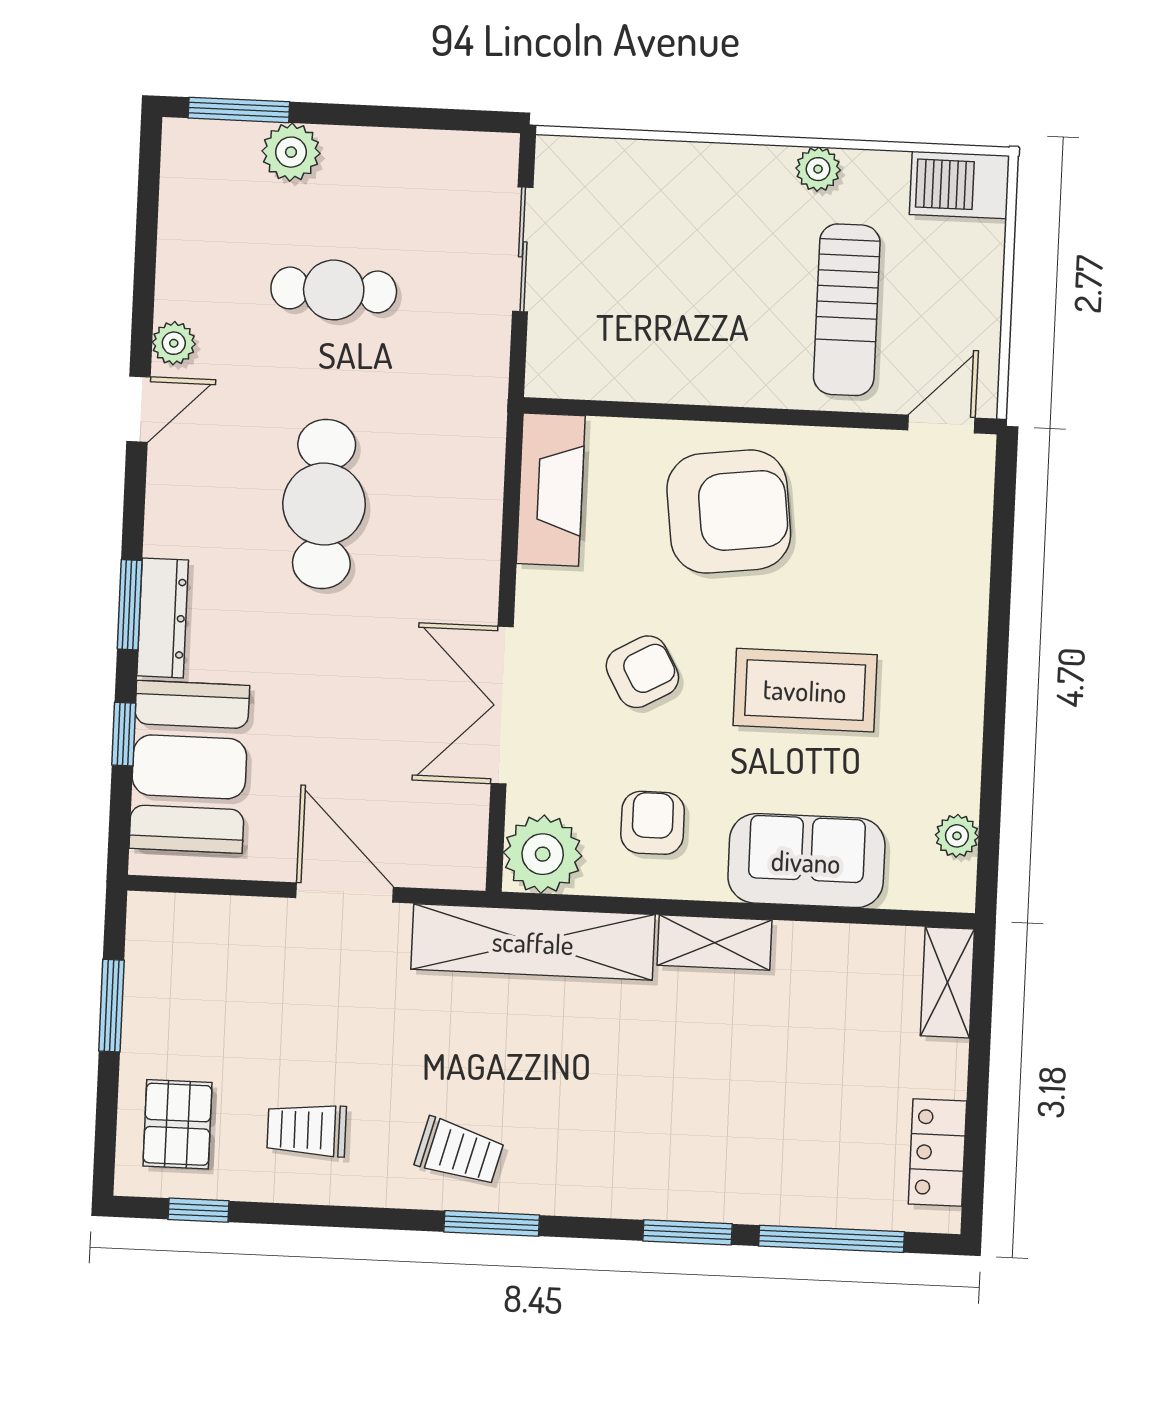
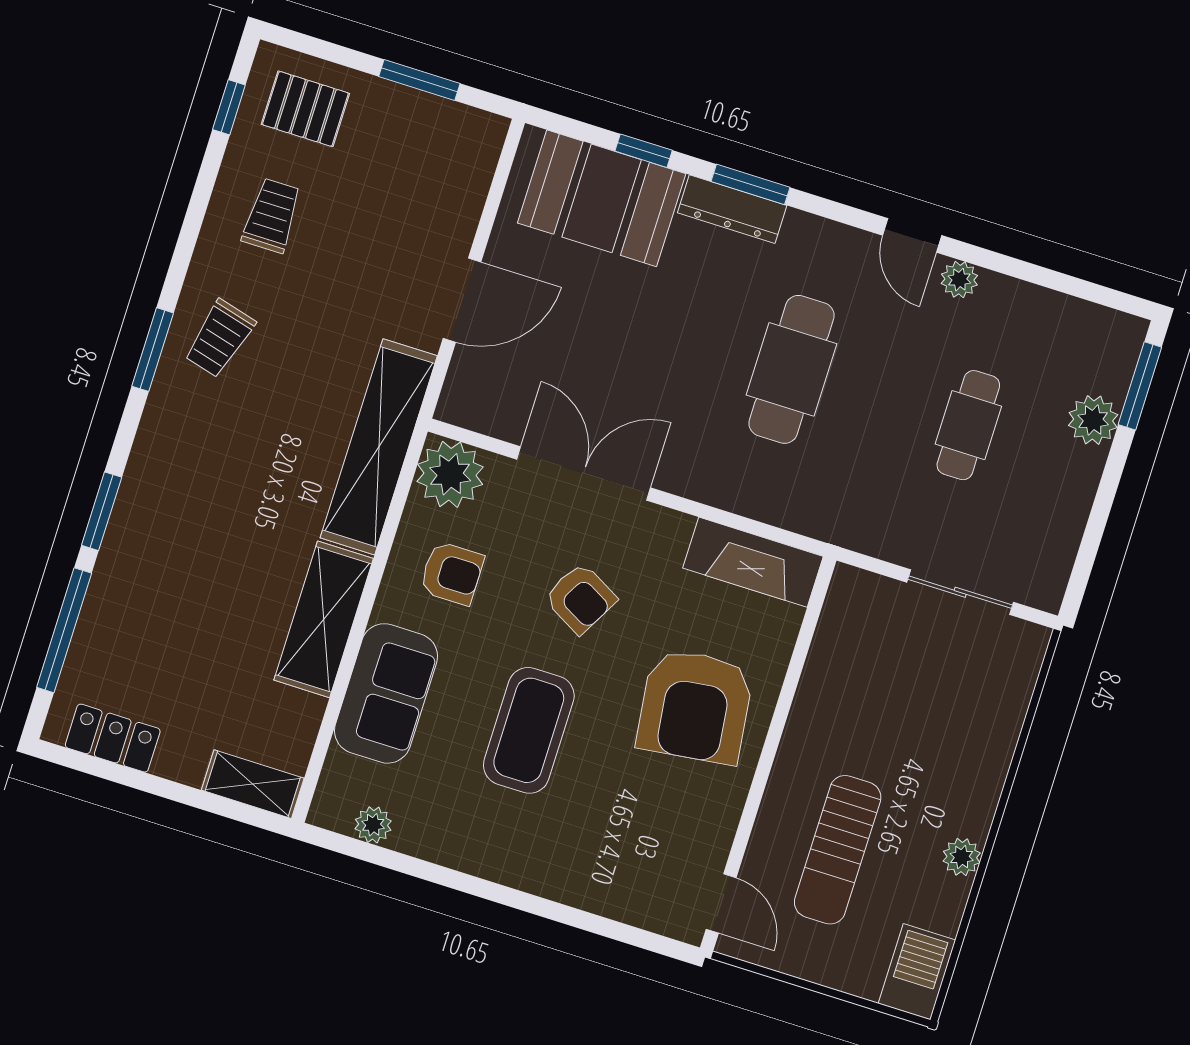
sun lounger: (847, 310) -> (838, 850), turned -90
cafe table: (324, 504) -> (792, 369), turned 90
armchair: (642, 672) -> (580, 598), turned -32
shelving: (714, 943) -> (324, 619), width x1.50, depth x1.33

